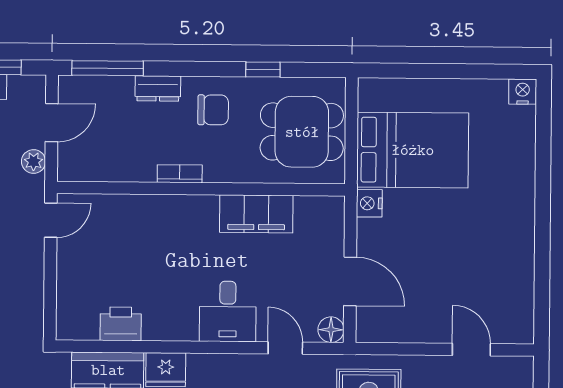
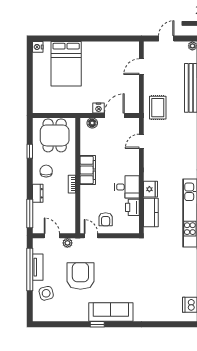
bed: (413, 150) -> (66, 64), moved, turned 180
nightstand: (369, 203) -> (99, 108), moved
filing cabinet: (256, 214) -> (88, 170), moved
armchair: (91, 257) -> (106, 219), added
desk: (228, 311) -> (127, 187), moved
floor lamp: (331, 330) -> (92, 123), moved

